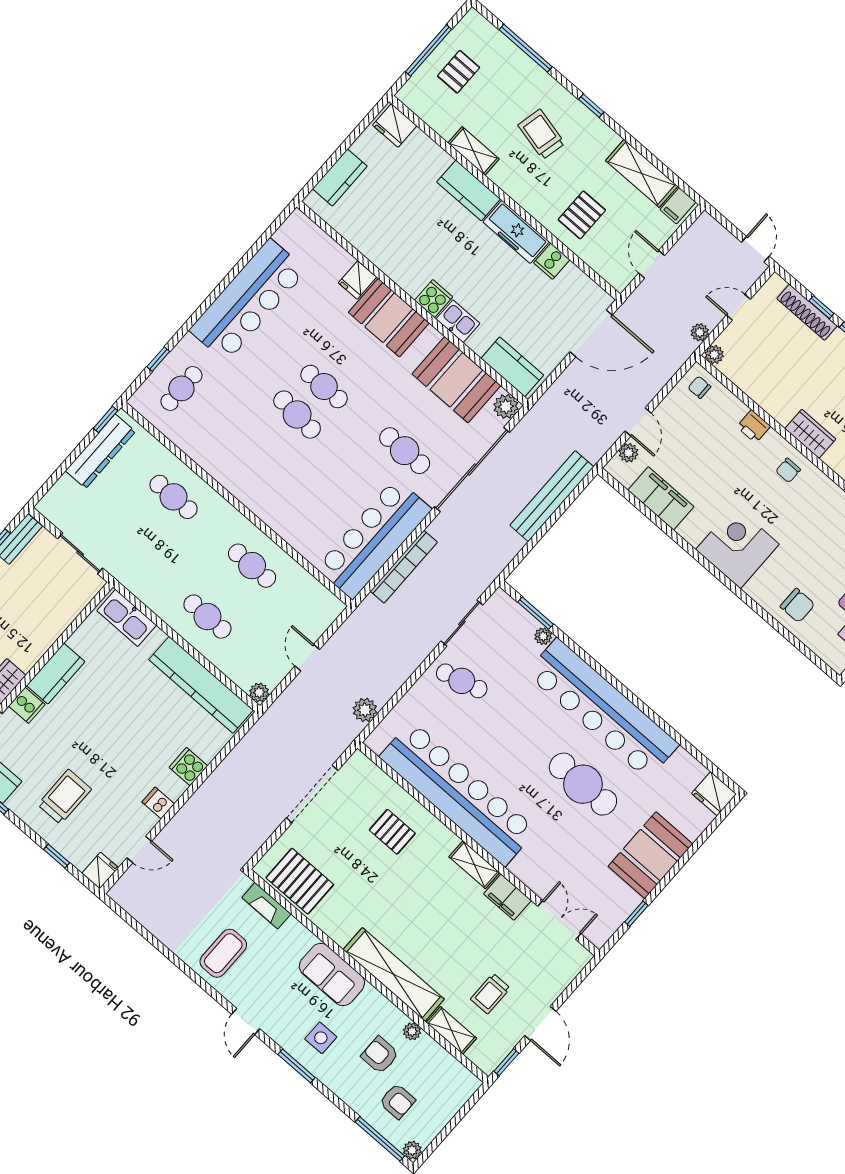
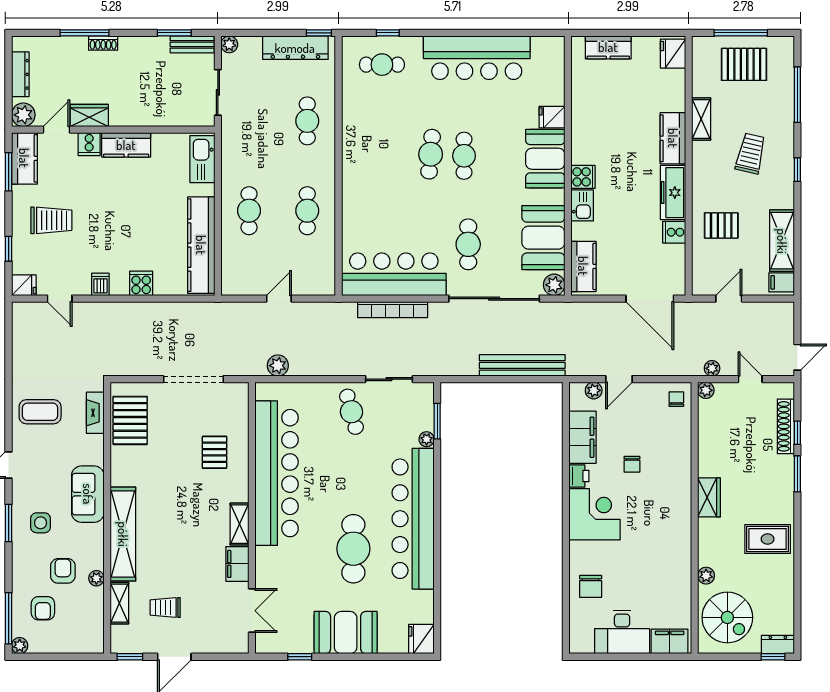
pallet: (459, 72) -> (744, 64), width x1.50, depth x1.42
printer: (754, 426) -> (579, 476), moved, turned 180
chair: (788, 470) -> (632, 464), moved, turned -90
plant: (259, 692) -> (229, 44), moved

